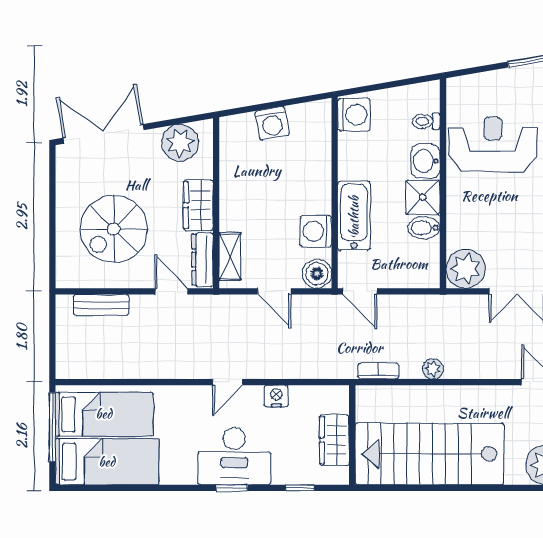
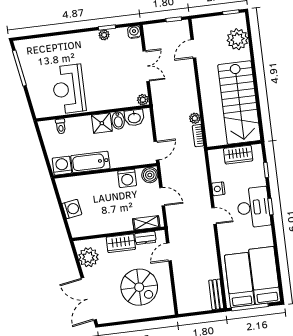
washbasin: (426, 161) -> (134, 118), moved
bathtub: (354, 216) -> (90, 162), moved
dresser: (203, 260) -> (145, 238), width x0.70
plant: (466, 269) -> (143, 100), width x0.53, depth x0.53
door: (274, 291) -> (162, 197), hinge flipped
bench: (101, 305) -> (216, 294), moved
plant: (433, 369) -> (195, 118), moved

